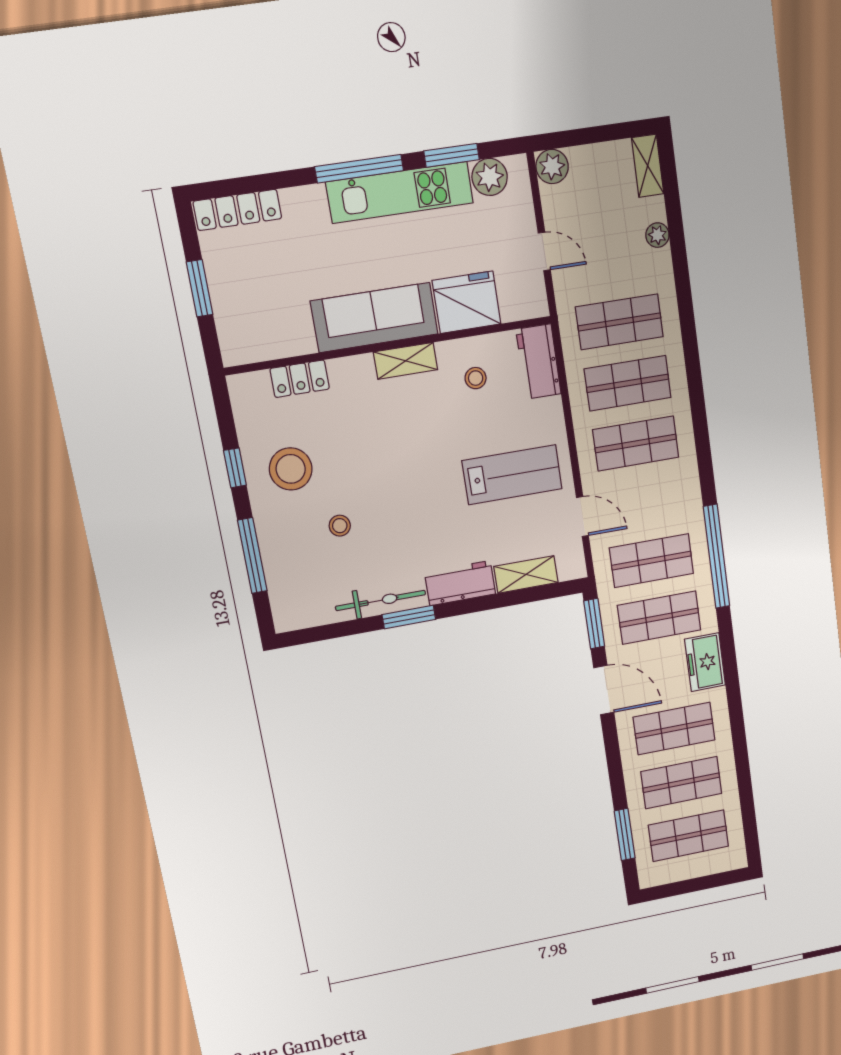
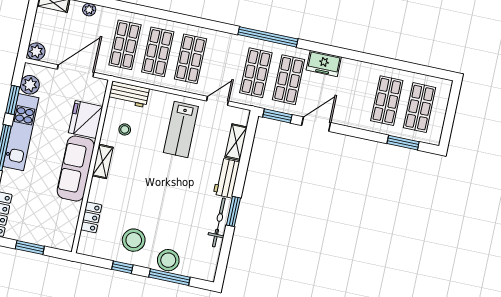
door: (544, 252) -> (76, 71), width x1.87
lab bench: (512, 475) -> (181, 129), turned 180
stool: (340, 526) -> (168, 260), moved, width x1.89, depth x1.89
shop shelf: (674, 729) -> (354, 94), removed

